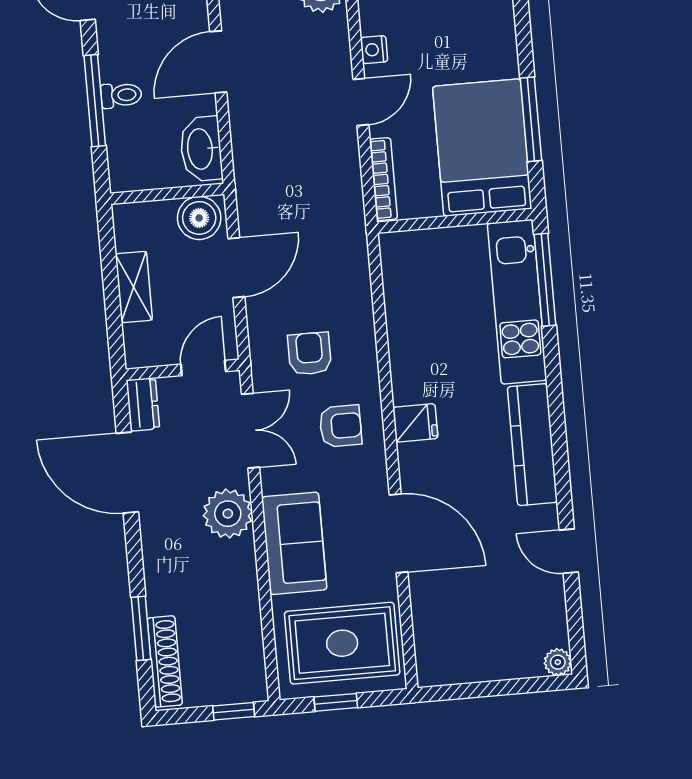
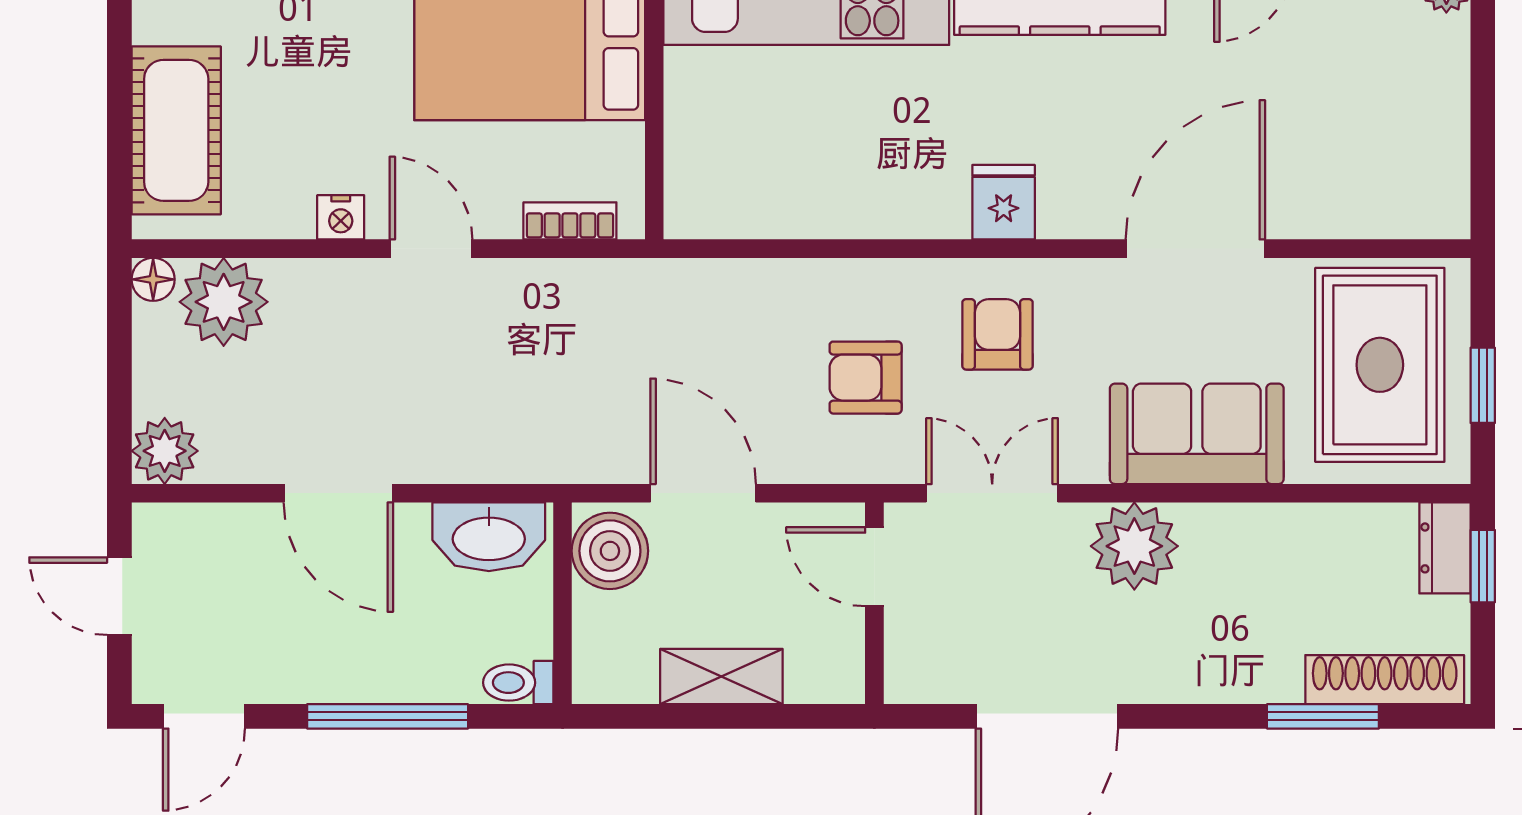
toilet: (121, 95) -> (518, 683), moved, turned -90
bookcase: (383, 179) -> (570, 221), width x0.64
dresser: (143, 404) -> (1445, 548), moved, turned -90

